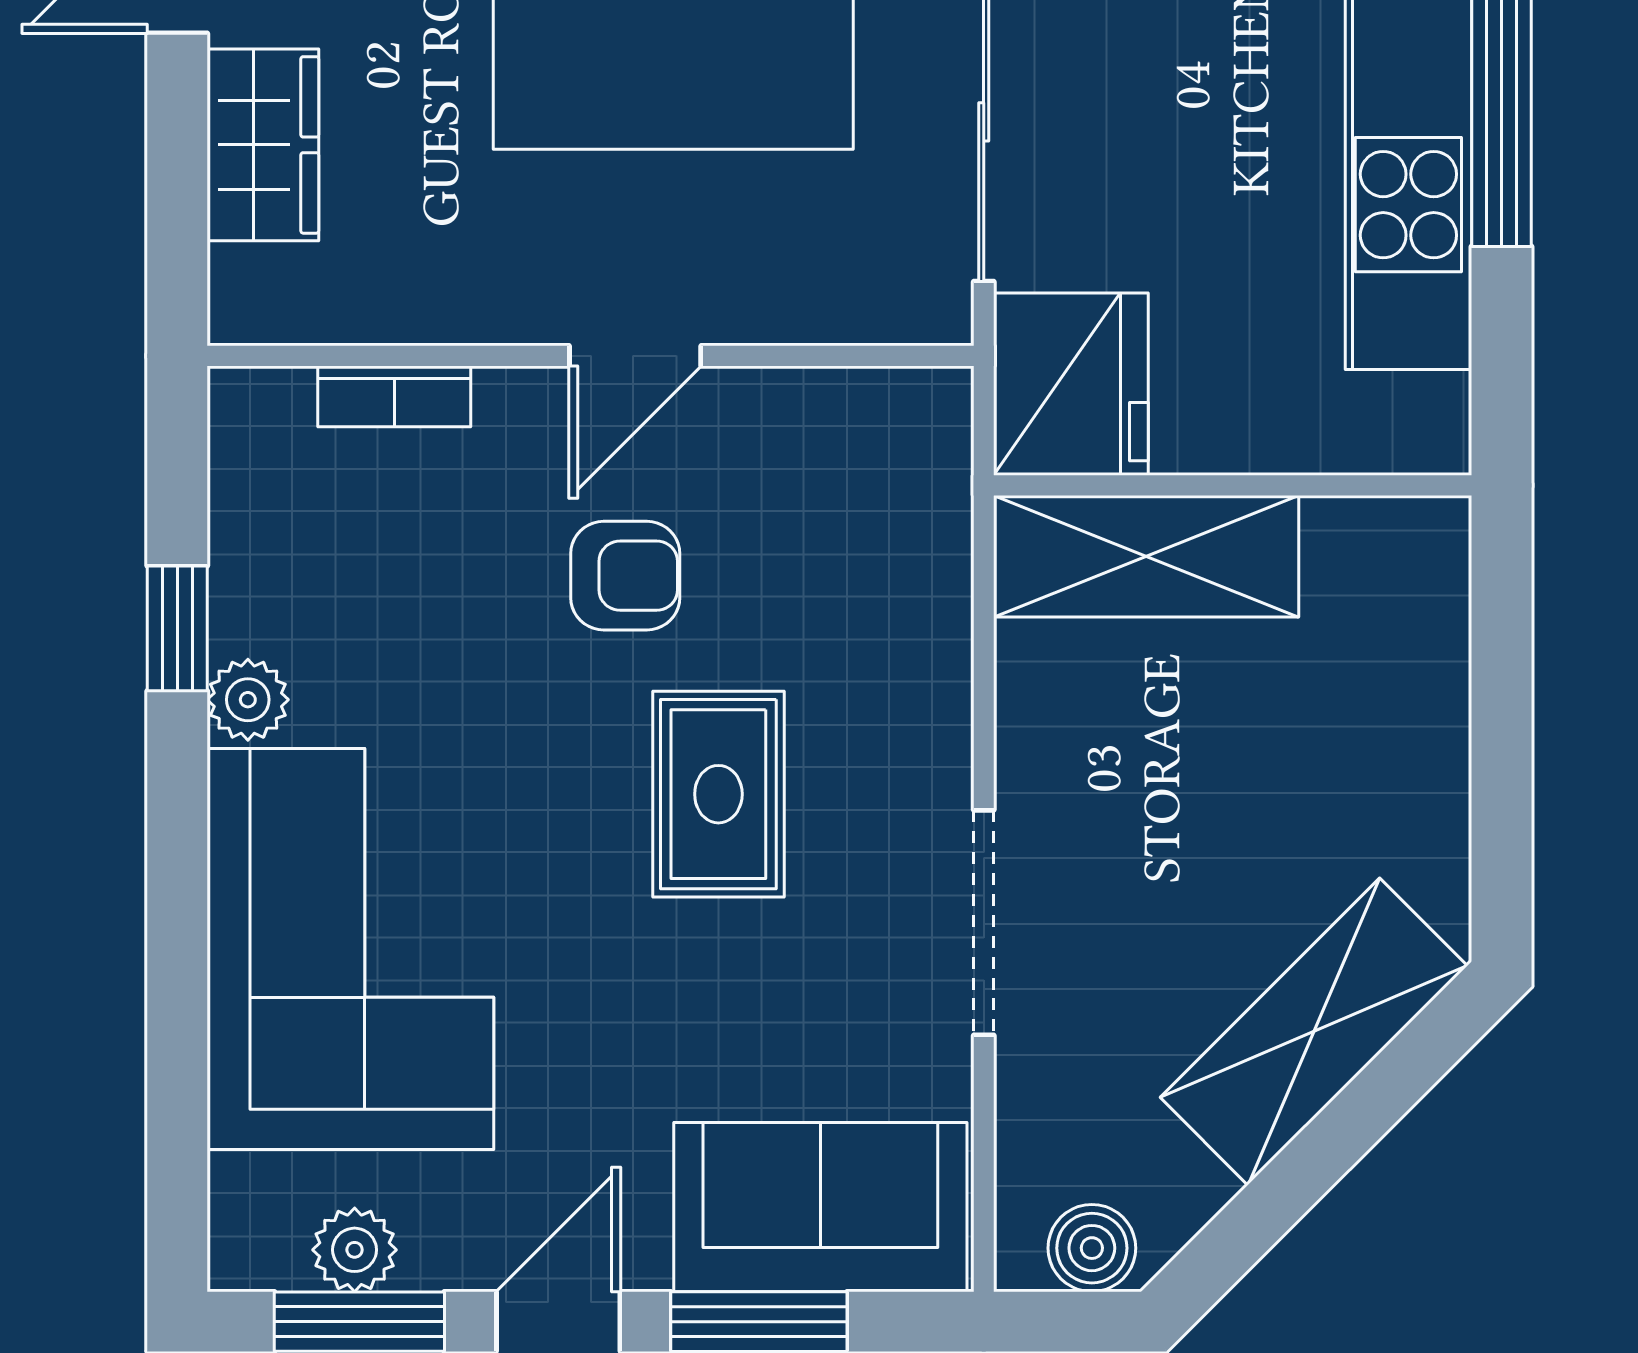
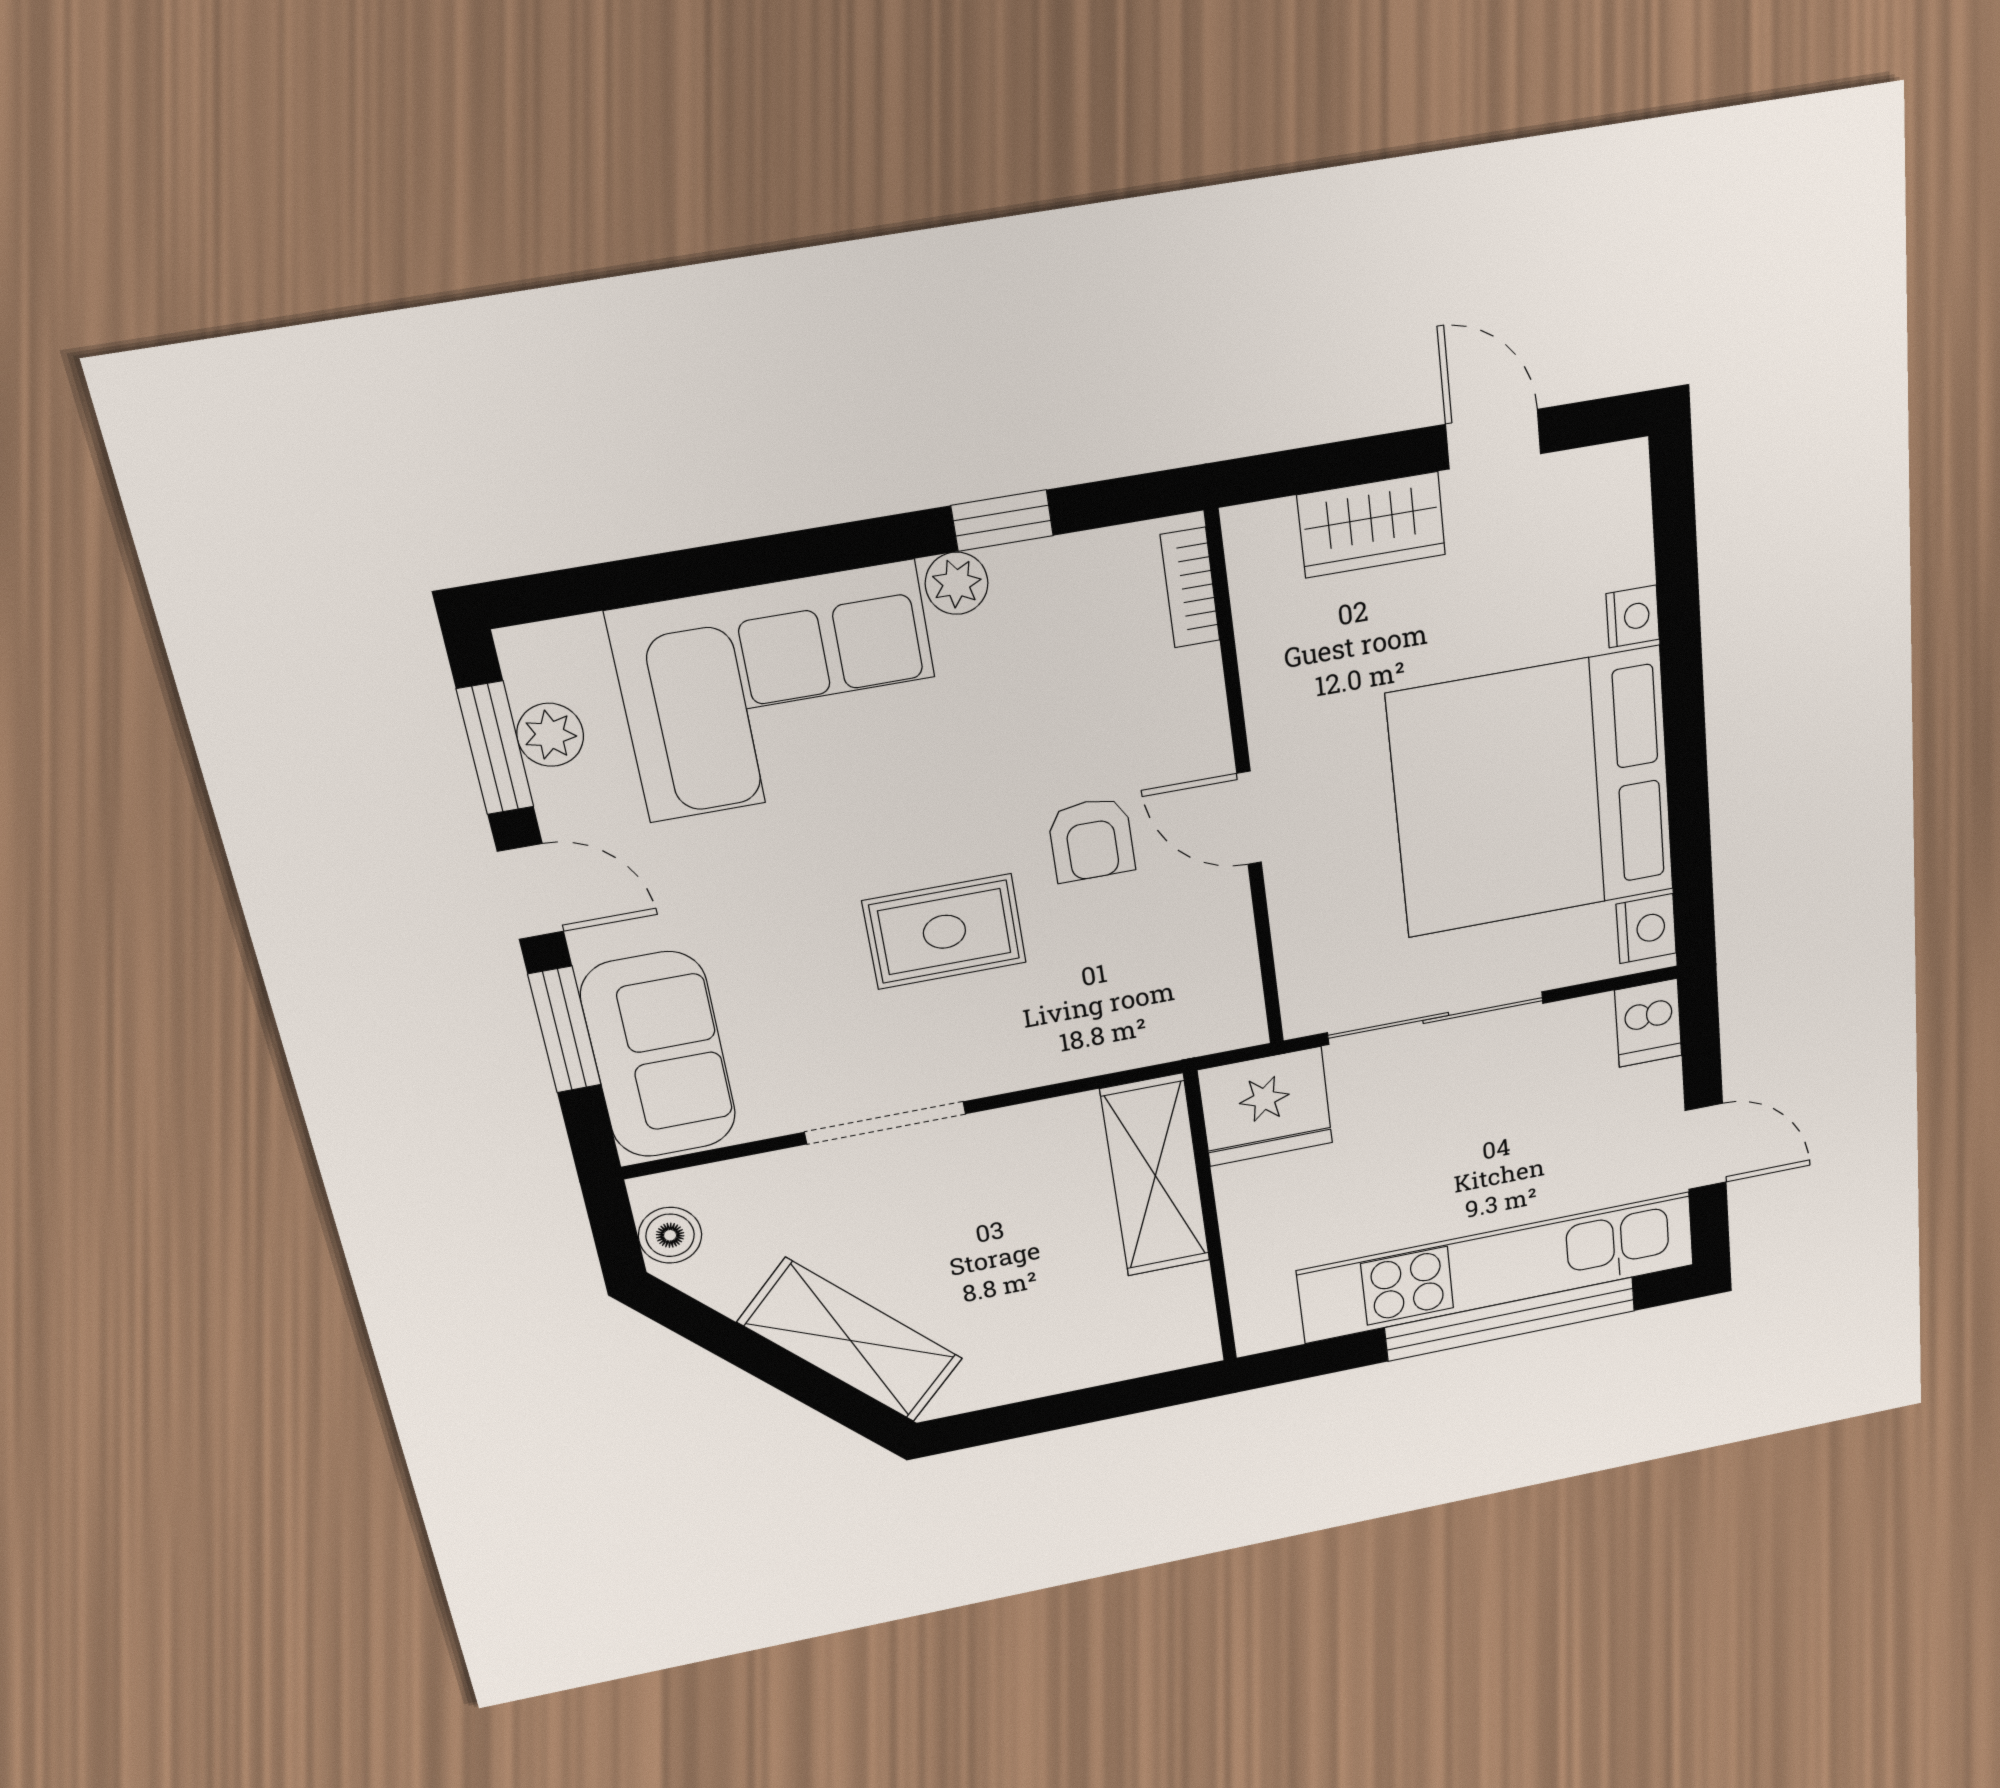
bookcase: (394, 396) -> (1190, 588), moved

